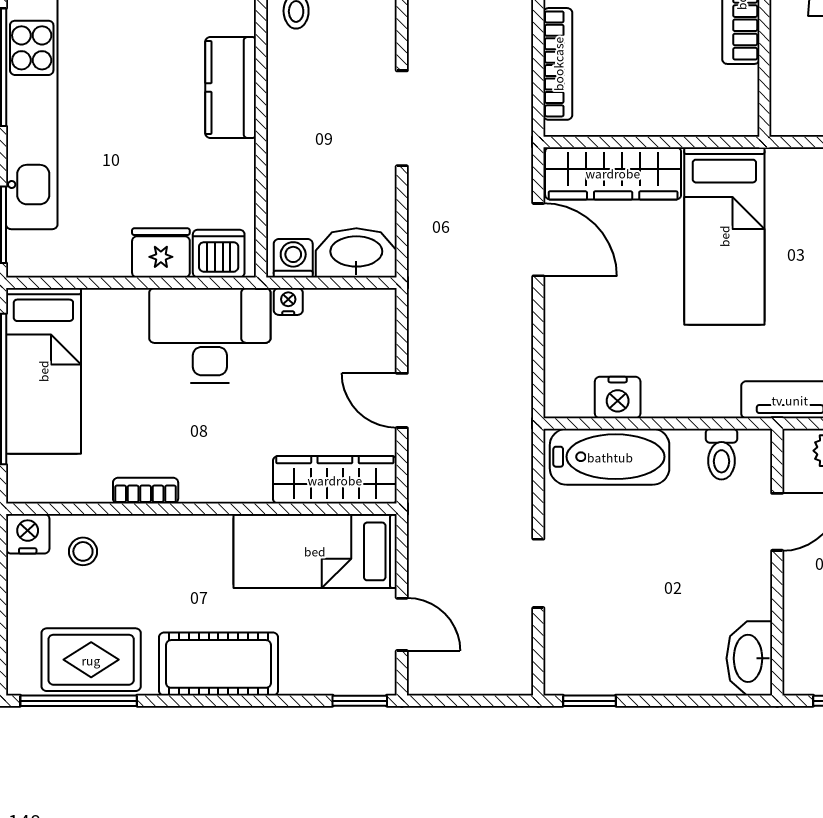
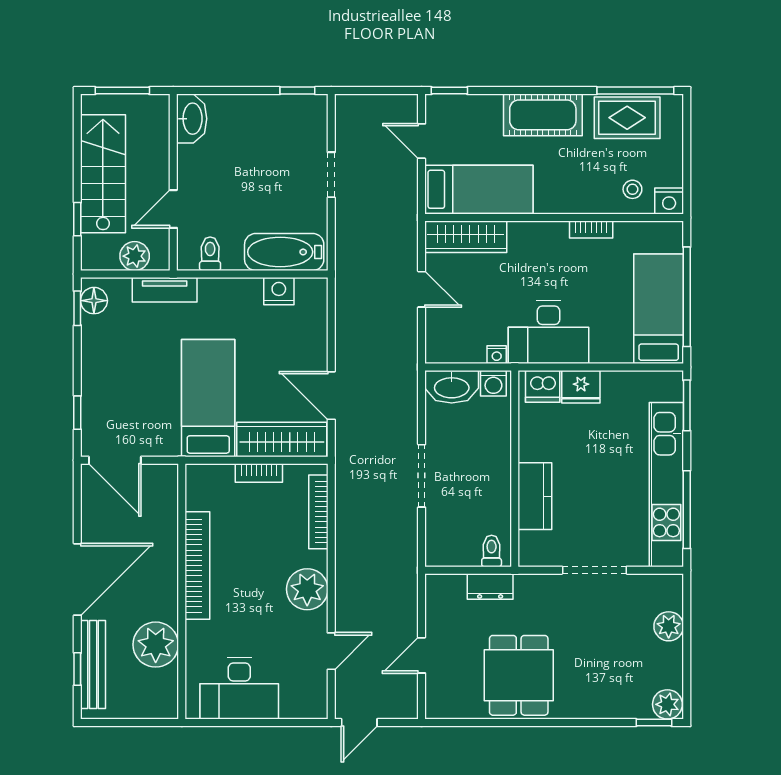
bookcase: (648, 123) -> (259, 473), added

